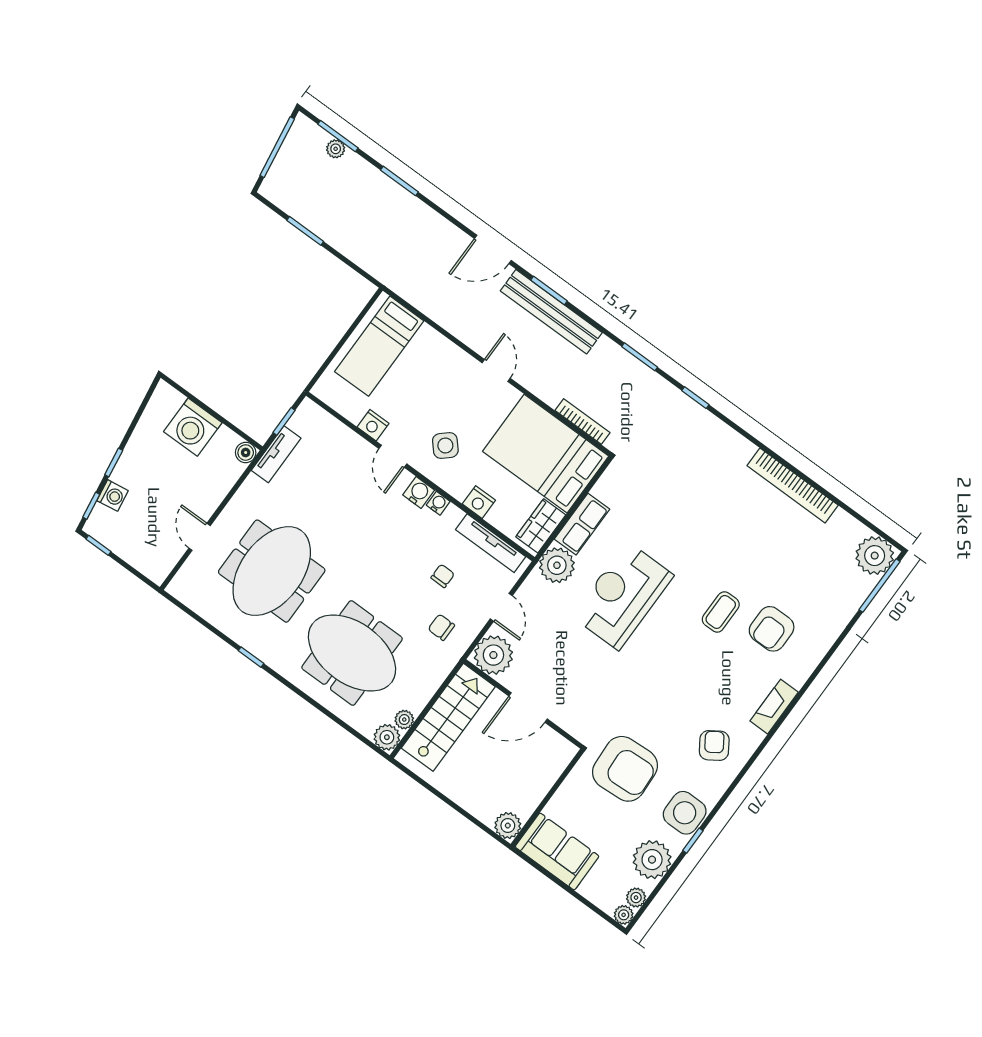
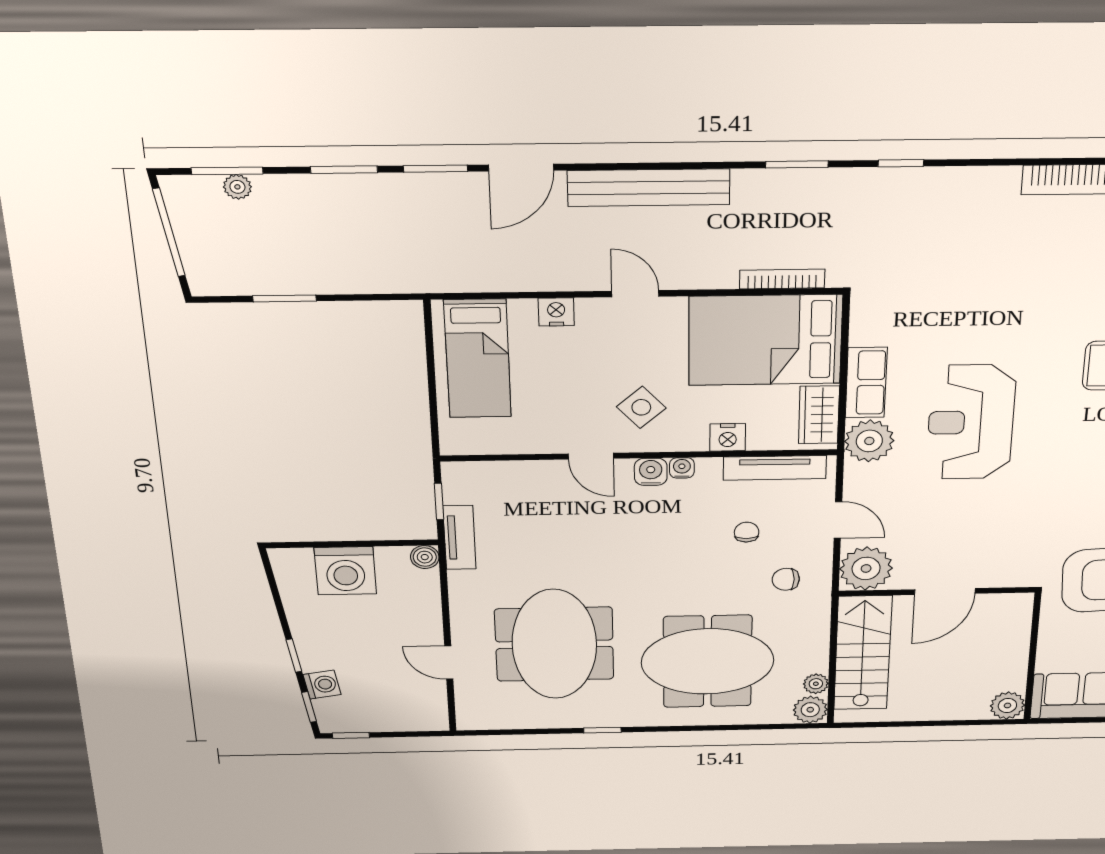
window: (549, 290) -> (436, 169), moved
nightstand: (373, 425) -> (556, 312), moved, turned 180

